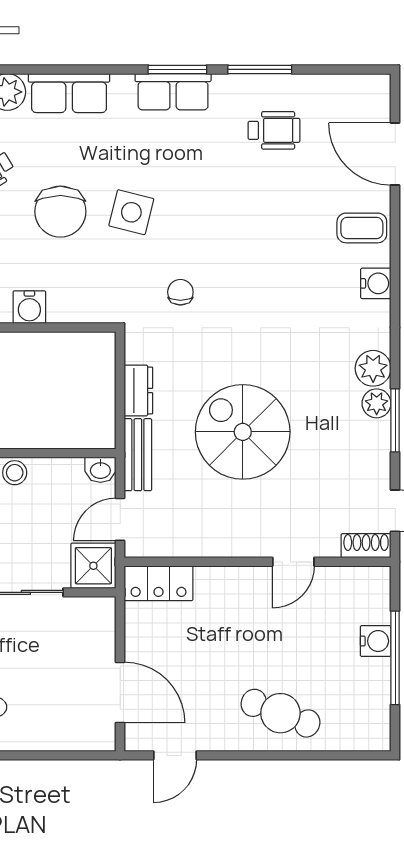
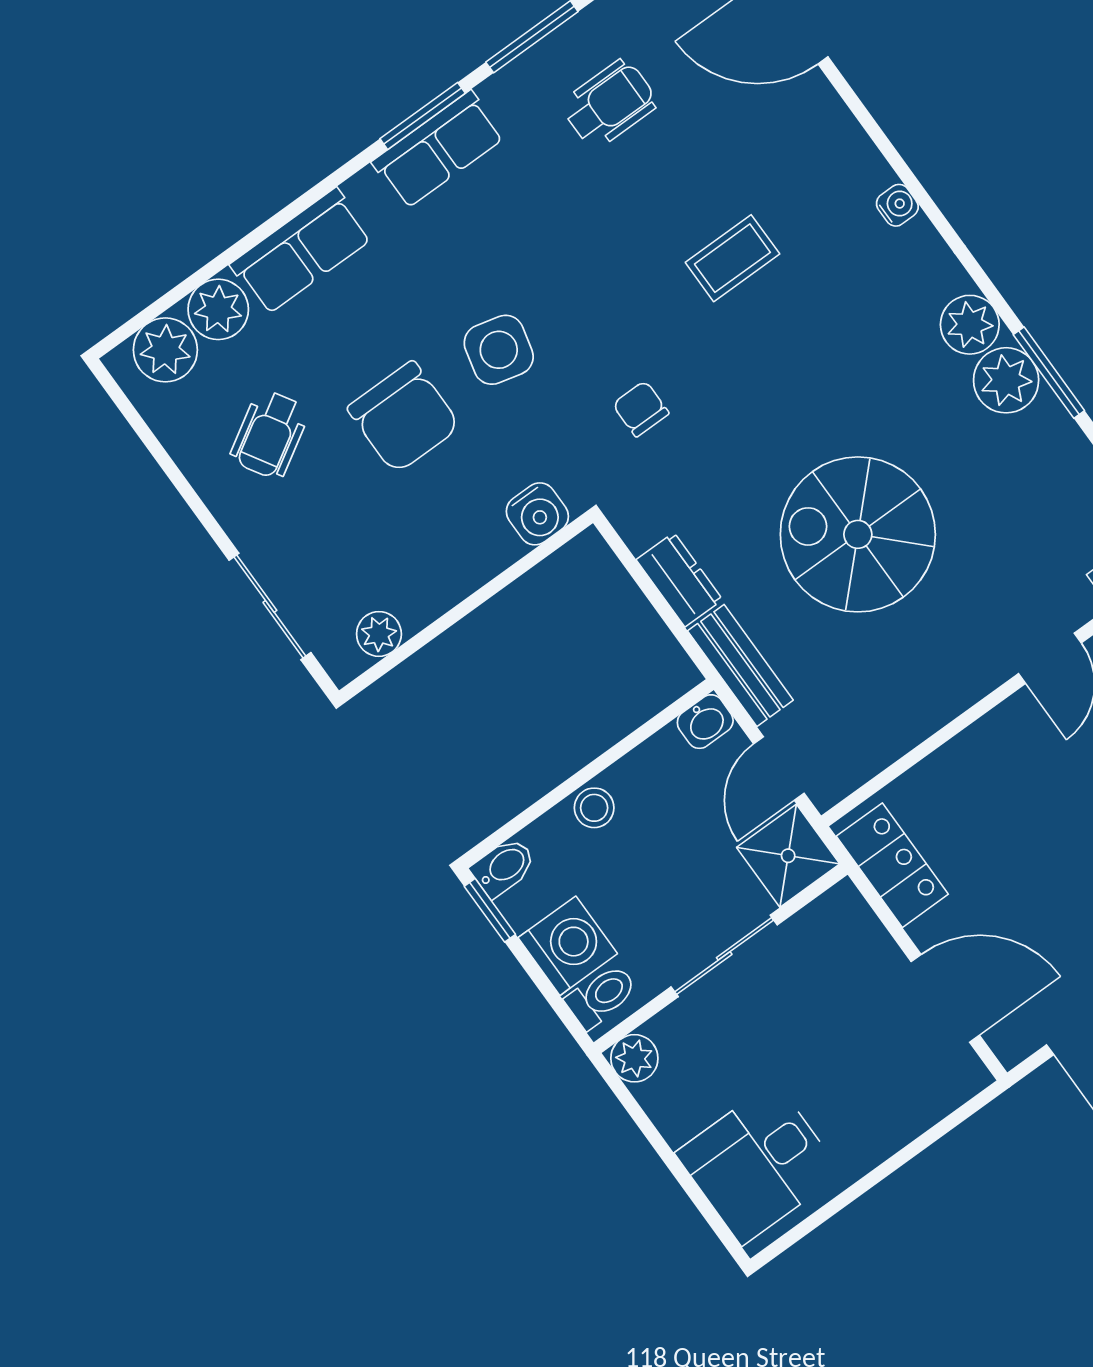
coffee table: (362, 228) -> (732, 258), moved
water cooler: (376, 283) -> (897, 205), width x0.72, depth x0.72
water cooler: (29, 307) -> (537, 514), moved
plant: (377, 403) -> (1006, 380), width x1.38, depth x1.38
locker: (158, 583) -> (892, 865), moved, turned -90

